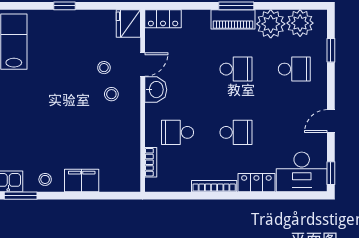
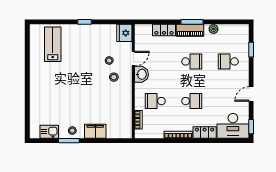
locker: (163, 19) -> (164, 30), moved
plant: (300, 23) -> (232, 33), removed
plant: (271, 24) -> (214, 29), width x0.53, depth x0.53
school desk: (294, 69) -> (228, 61), turned 180
window: (21, 196) -> (69, 141), moved

